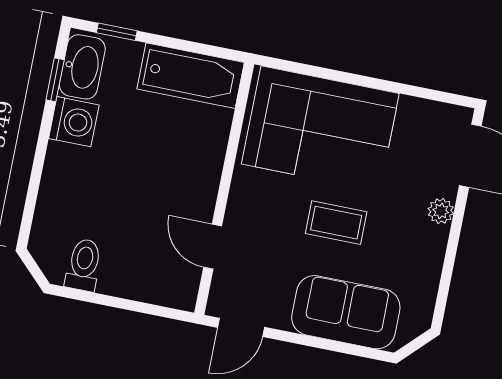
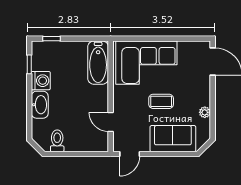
washbasin: (82, 67) -> (40, 105), moved
bathtub: (191, 76) -> (98, 63), moved, turned 90
plant: (441, 211) -> (205, 112), moved

